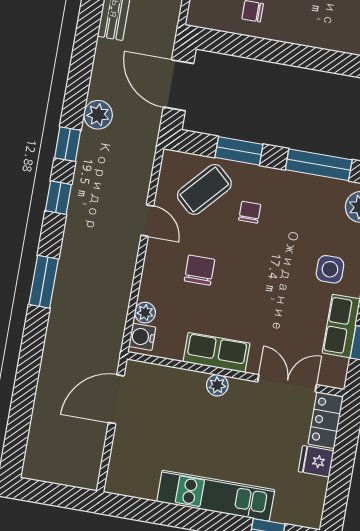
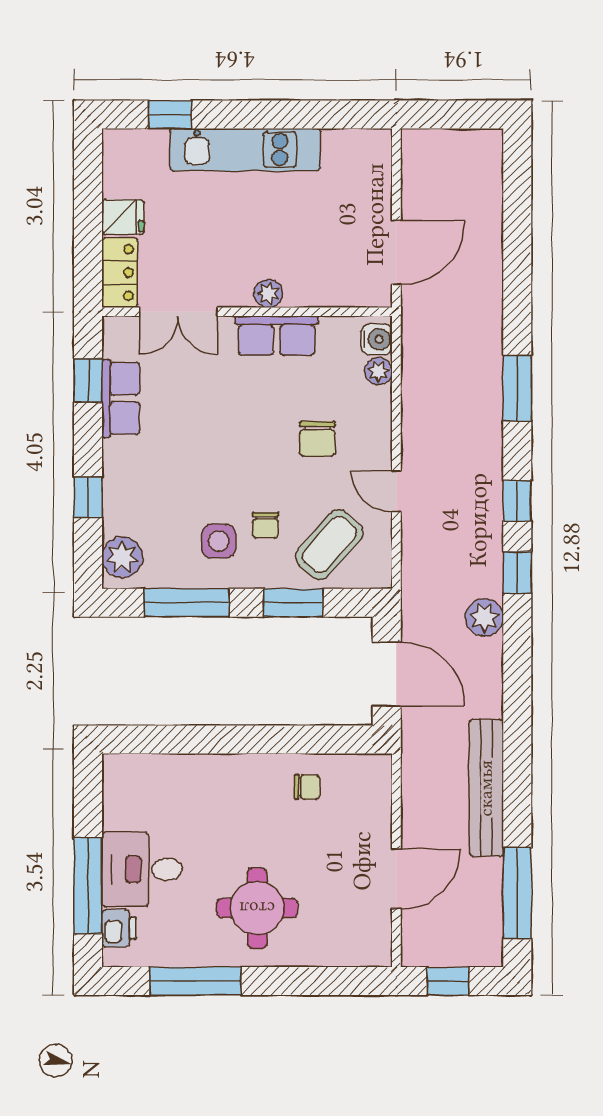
side table: (330, 269) -> (219, 541), moved

